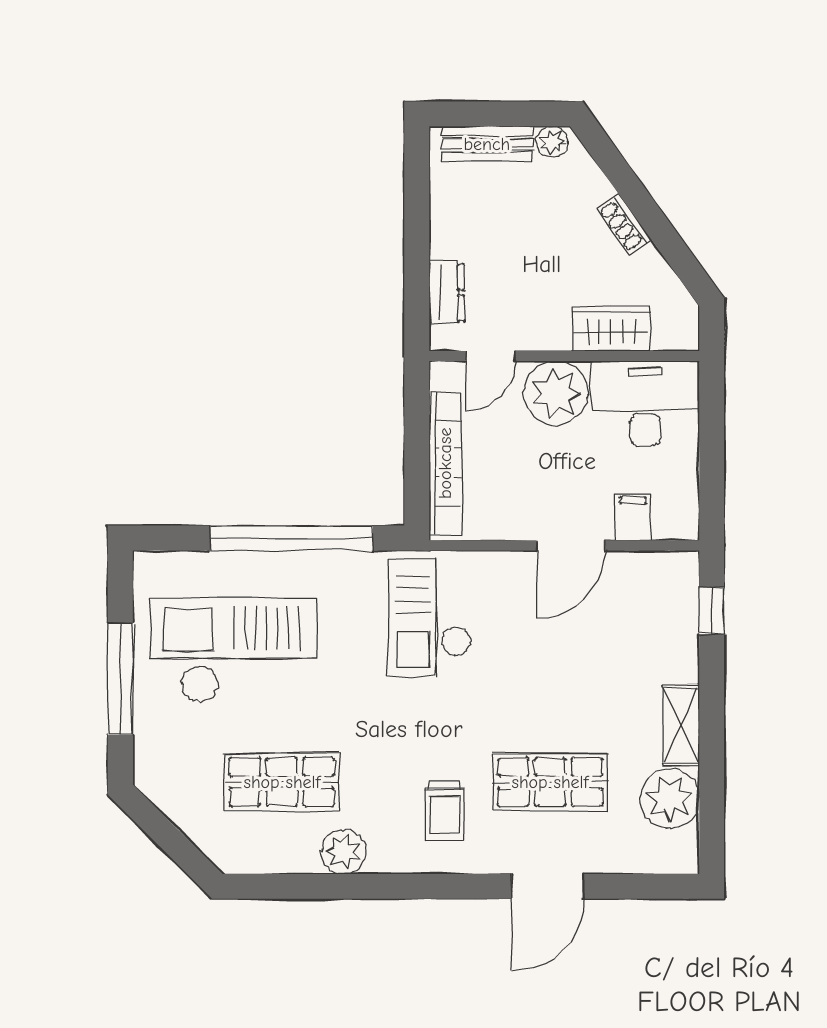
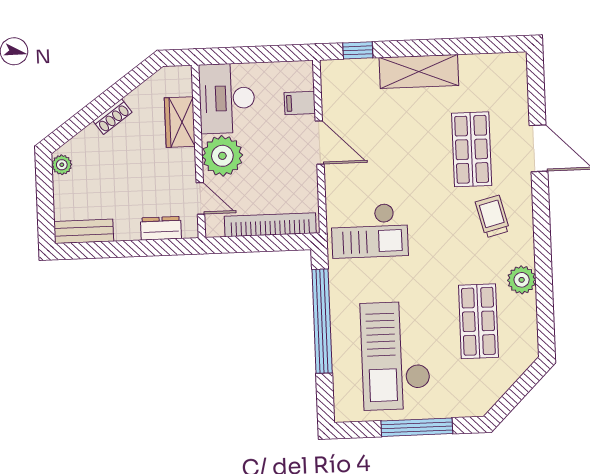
bench: (487, 144) -> (84, 231), moved, turned 90
shelving: (681, 725) -> (419, 72), width x1.50, depth x1.33
plant: (670, 798) -> (479, 72), removed
trolley: (444, 810) -> (493, 216), turned -104

